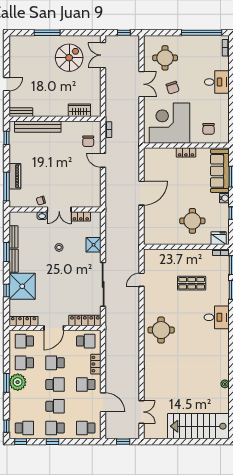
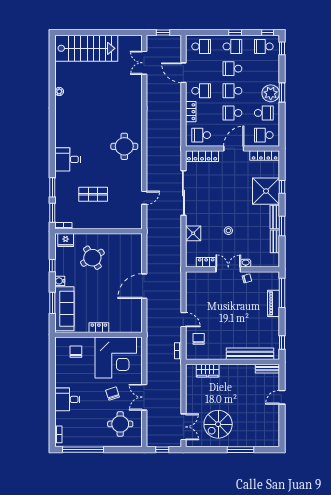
round table: (192, 221) -> (92, 258), turned -32
school desk: (24, 341) -> (264, 135), turned 180
school desk: (55, 363) -> (232, 113), turned 180

